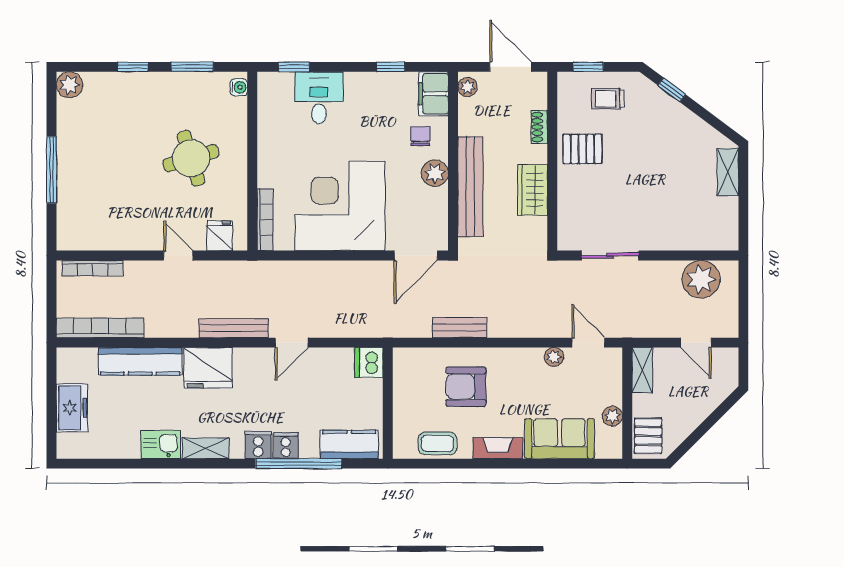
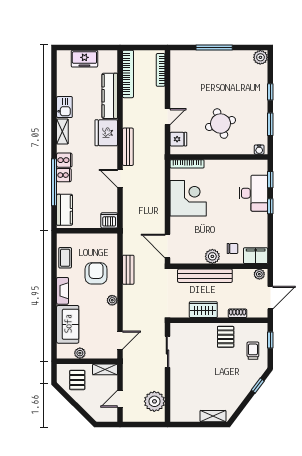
window: (391, 67) -> (270, 206), moved
desk: (319, 98) -> (253, 193), width x1.37
corner desk: (340, 206) -> (188, 198), width x0.74, depth x0.74
plant: (554, 357) -> (112, 300), moved
pallet: (648, 436) -> (77, 380), moved, turned 90

